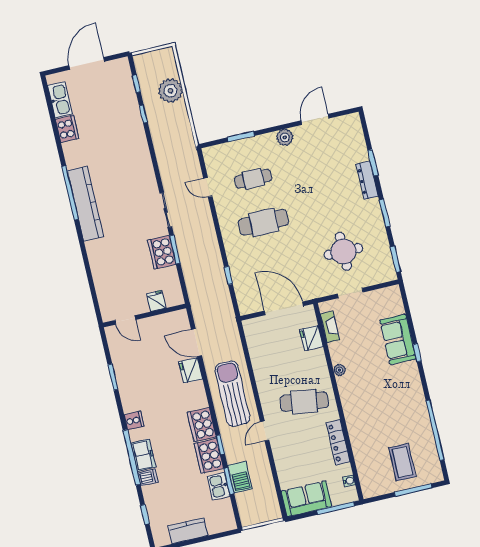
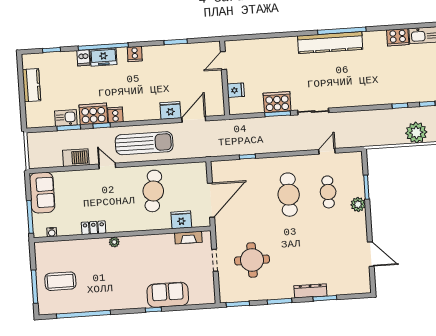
plant: (285, 137) -> (358, 204), moved
plant: (339, 370) -> (114, 242), moved
cafe table: (304, 402) -> (153, 191), moved
cooker: (202, 425) -> (115, 115), width x0.53, depth x0.76
locker: (338, 442) -> (94, 228), width x0.66
barbecue: (240, 477) -> (76, 158), moved, turned 180

